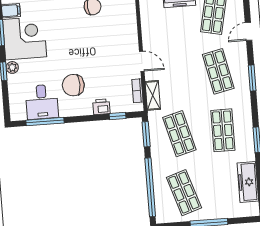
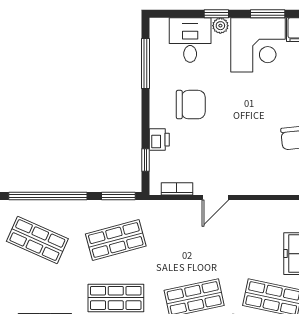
chair: (73, 85) -> (191, 105), turned 90
shelving: (153, 95) -> (169, 209), removed
desk: (42, 102) -> (190, 40), moved, turned 90
shop shelf: (184, 193) -> (37, 240), turned 42

